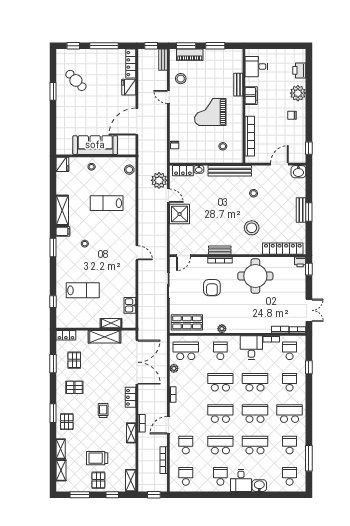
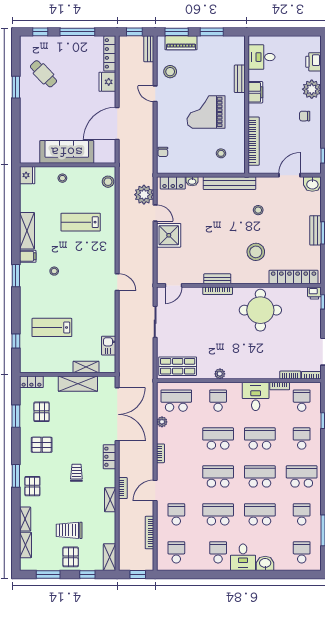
armchair: (212, 288) -> (208, 324), removed
lab bench: (83, 290) -> (52, 327), turned 180

